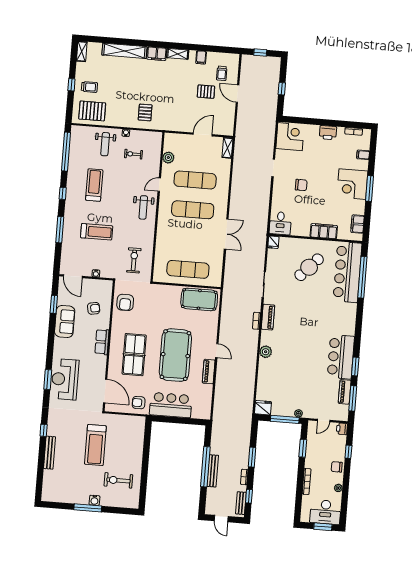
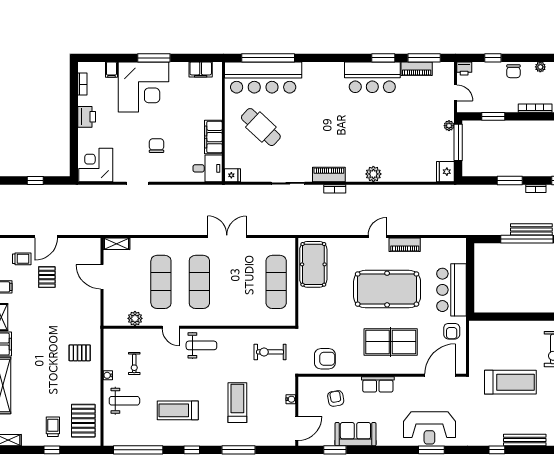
corner desk: (352, 184) -> (143, 87), width x1.36, depth x1.36
filing cabinet: (324, 231) -> (213, 137), moved

